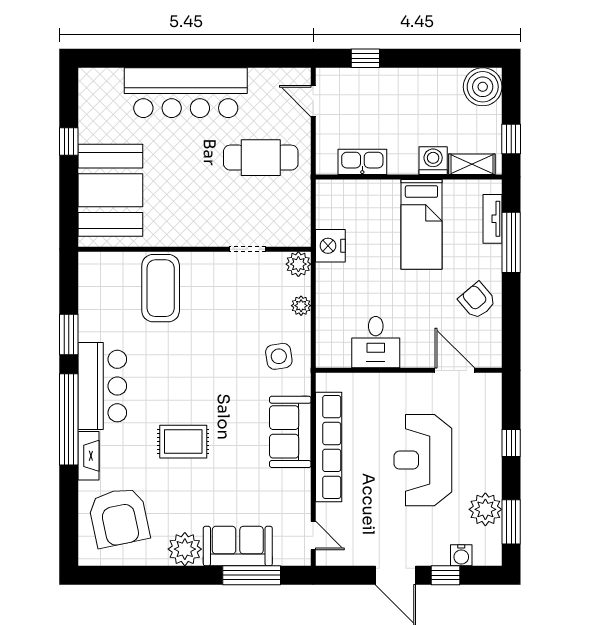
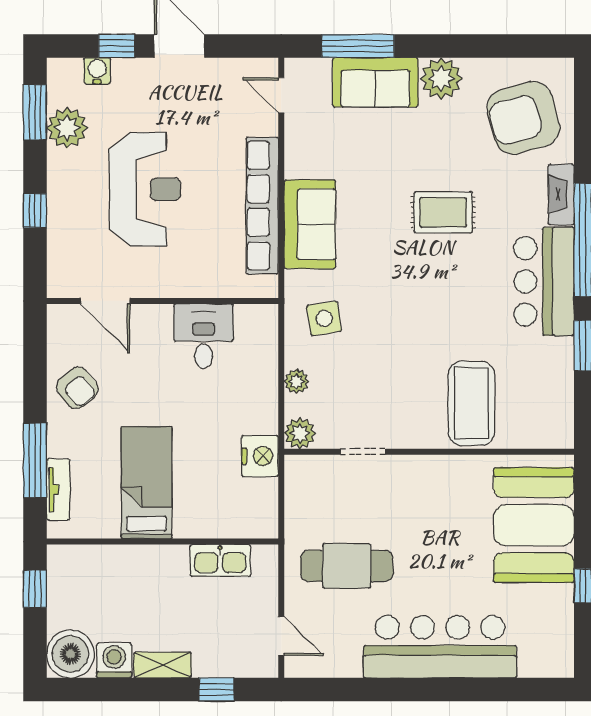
washing machine: (433, 161) -> (114, 660), moved, turned 180
shelving: (472, 164) -> (163, 665), moved
armchair: (119, 517) -> (523, 118), turned -93

